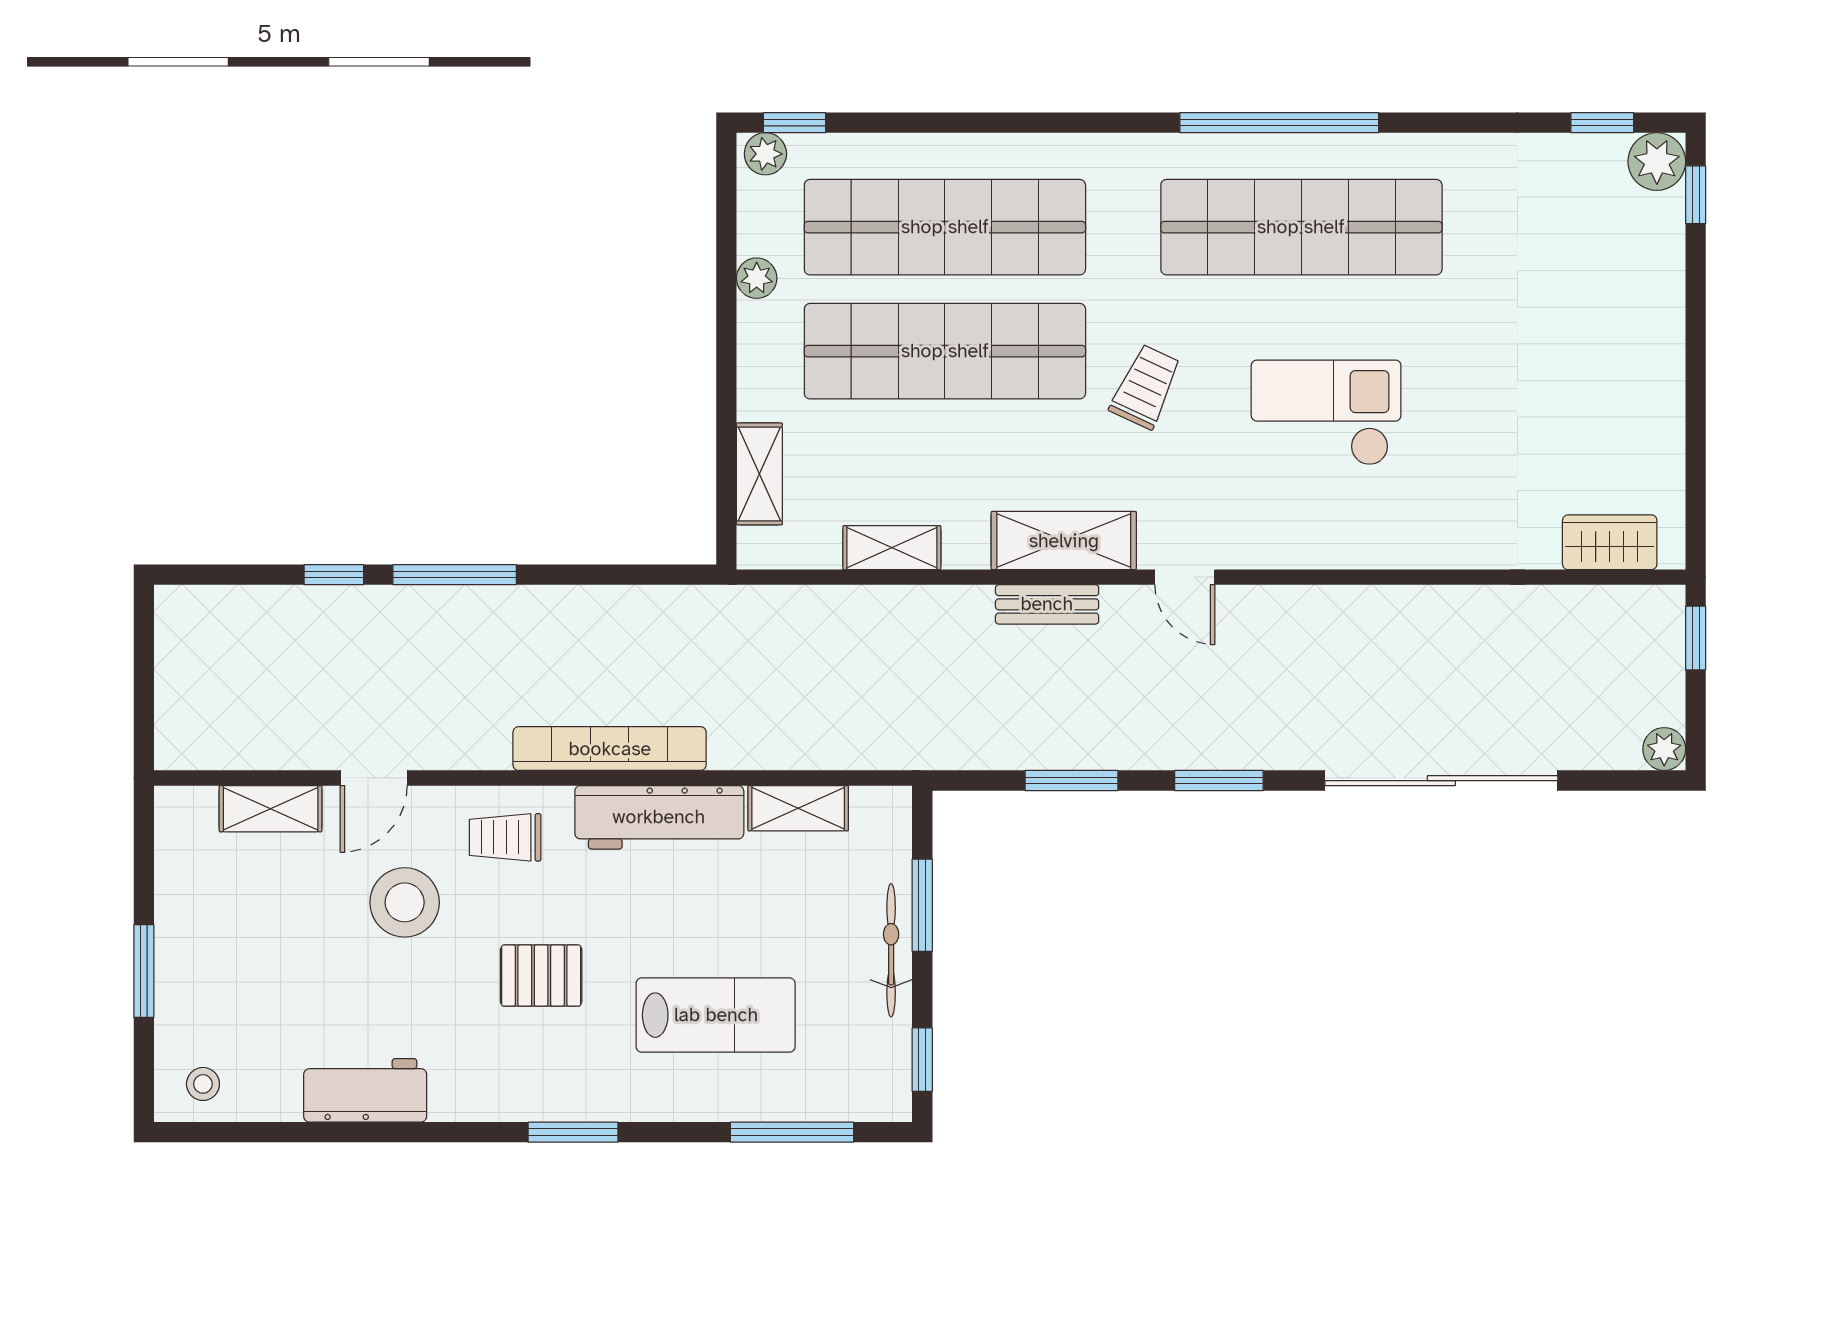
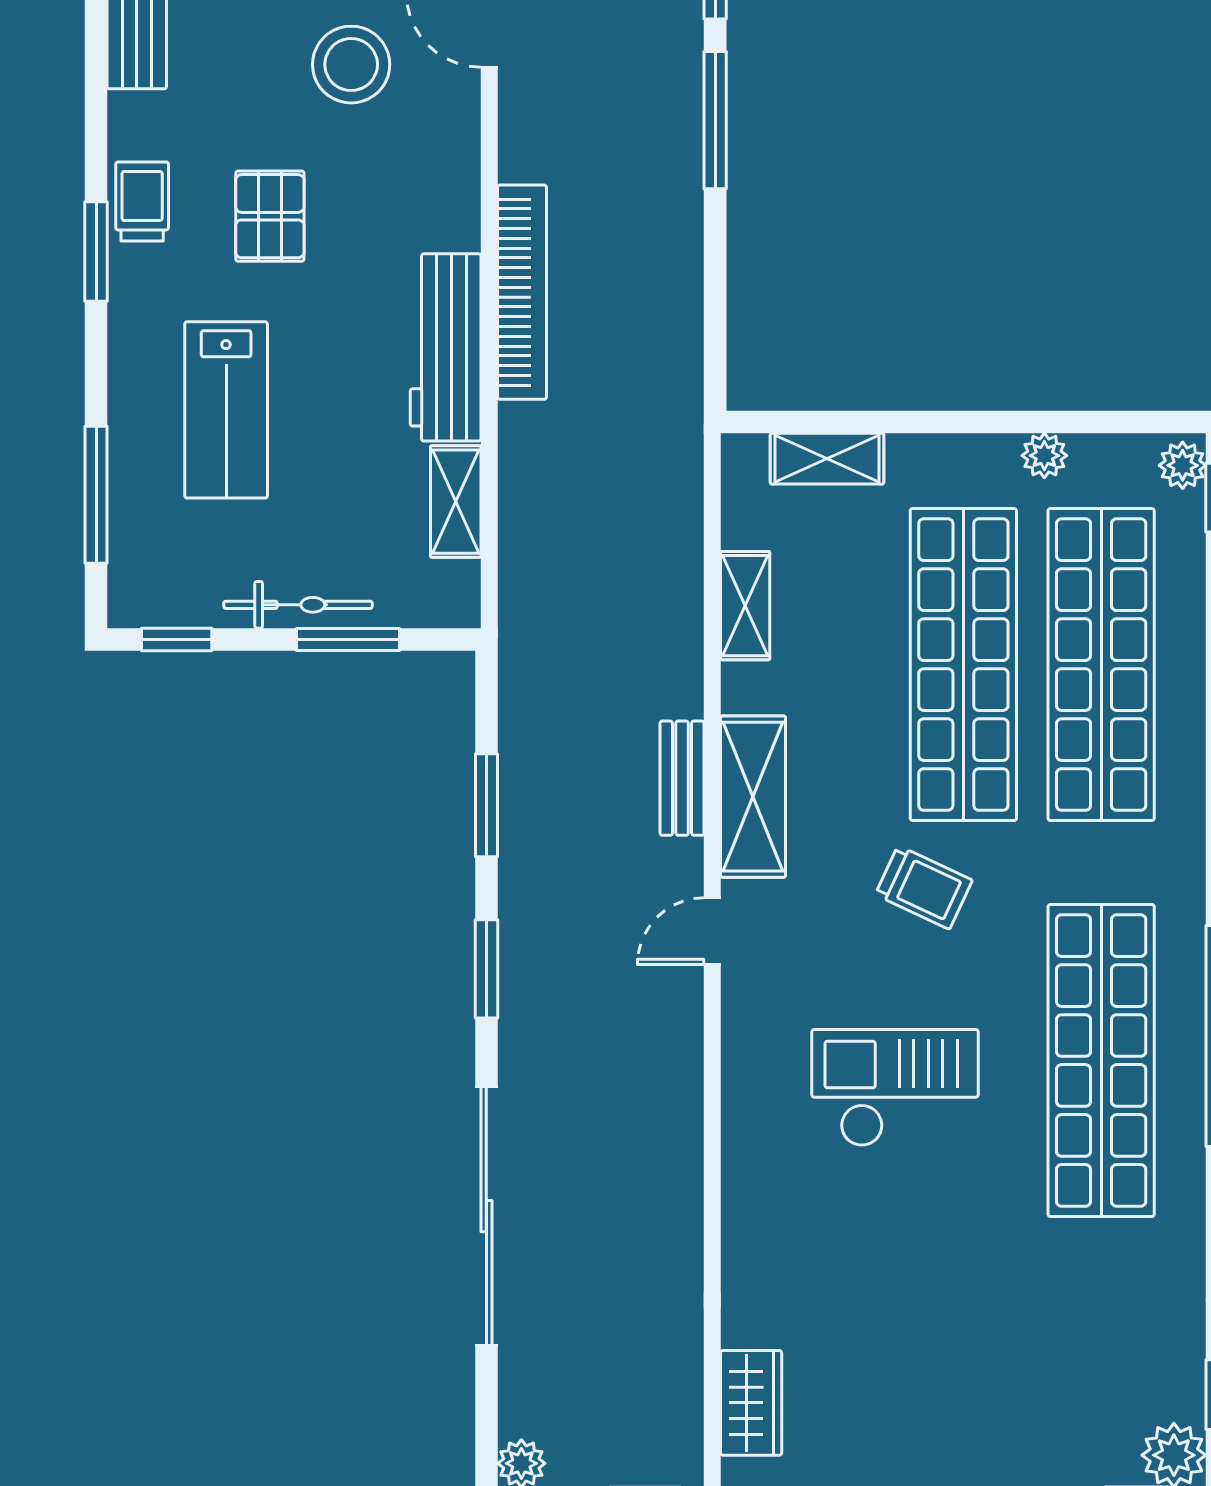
checkout: (1326, 413) -> (895, 1088), turned -90
trolley: (505, 837) -> (142, 201), moved

